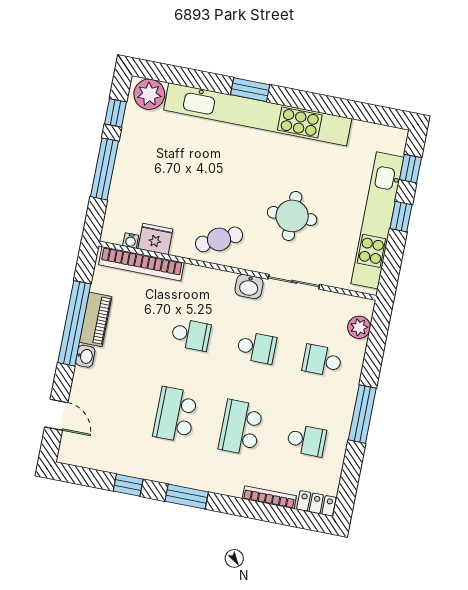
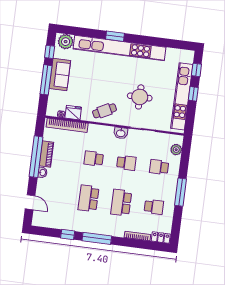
sofa: (133, 160) -> (60, 75), added
school desk: (191, 335) -> (94, 159), turned 180
window: (187, 497) -> (97, 238), width x1.44

